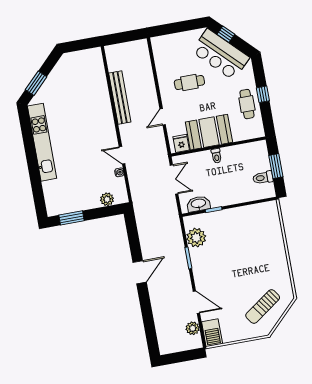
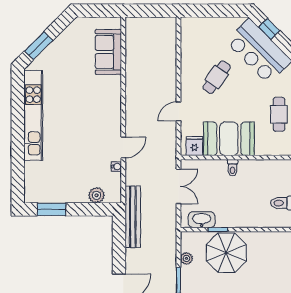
sofa: (95, 78) -> (108, 52), added
cafe table: (189, 82) -> (217, 77), turned -55
bench: (120, 98) -> (133, 217), moved
door: (122, 155) -> (123, 147), swing flipped
parasol: (224, 228) -> (226, 253), added
plant: (196, 238) -> (186, 258), width x0.53, depth x0.53

